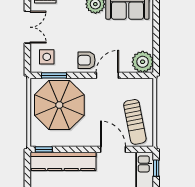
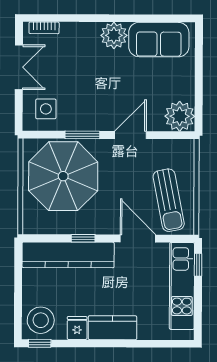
armchair: (87, 60) -> (101, 114), removed
window: (54, 75) -> (82, 135), moved
window: (44, 149) -> (83, 238), moved

